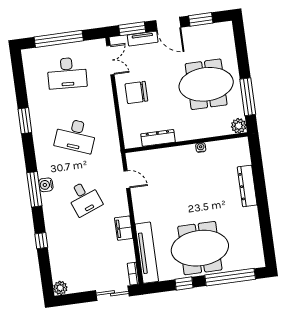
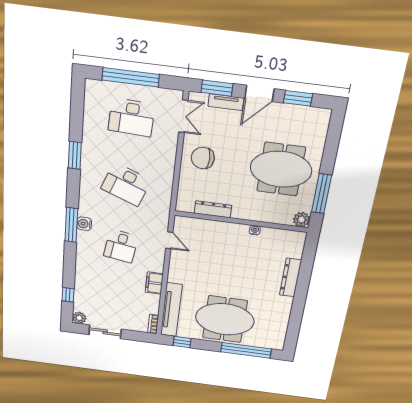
door: (168, 24) -> (259, 93), hinge flipped
desk: (84, 198) -> (121, 246), turned 30
window: (41, 241) -> (68, 295), moved
window: (184, 283) -> (182, 342), moved
sliding door: (112, 293) -> (105, 332), moved

